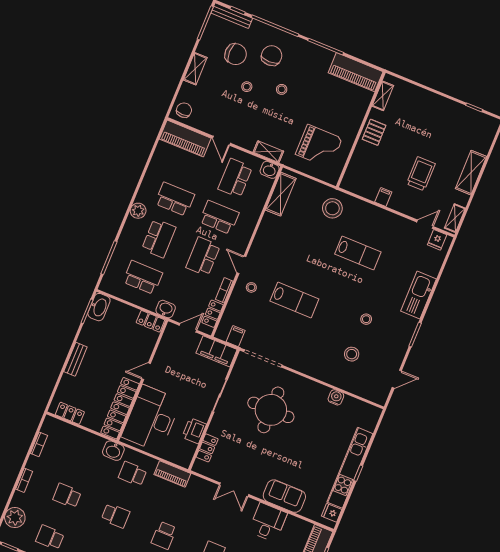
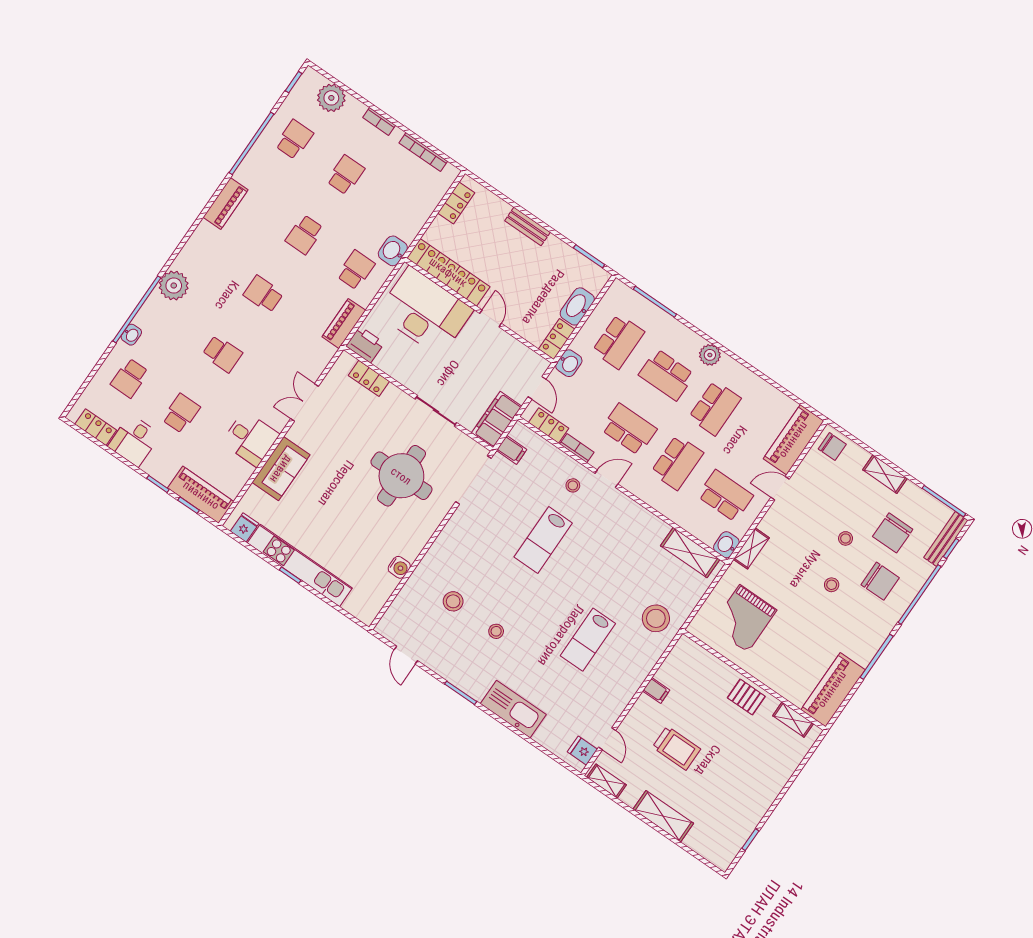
washbasin: (99, 307) -> (577, 306), moved, turned 90
printer: (194, 431) -> (365, 345), moved
bookcase: (39, 444) -> (423, 152), width x1.56

